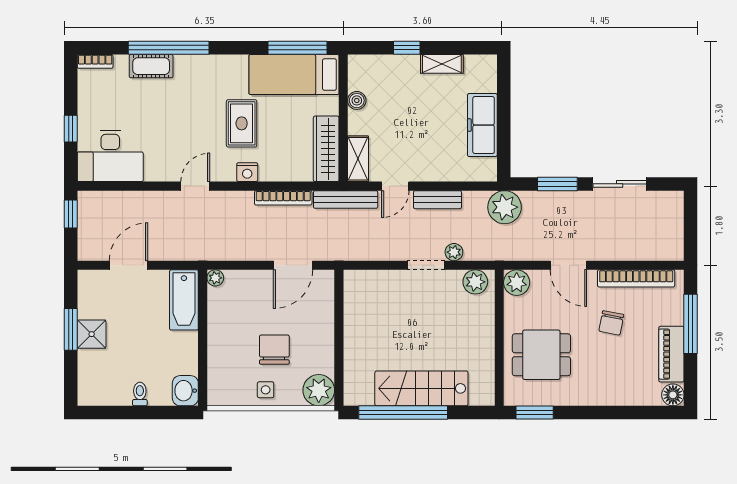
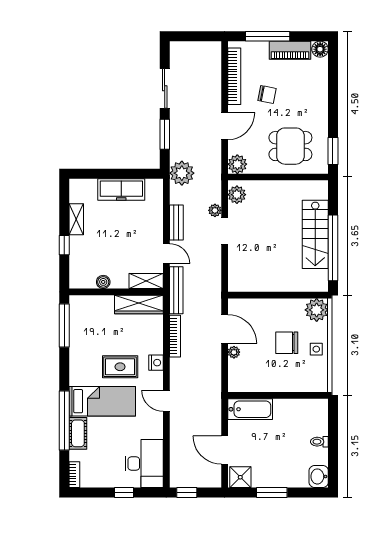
bed: (294, 74) -> (102, 401), moved, turned -90
plant: (215, 278) -> (234, 352), moved
shower: (92, 334) -> (240, 477), moved
dining table: (541, 355) -> (290, 146), turned 90
washbasin: (185, 391) -> (319, 476), moved, turned 90

